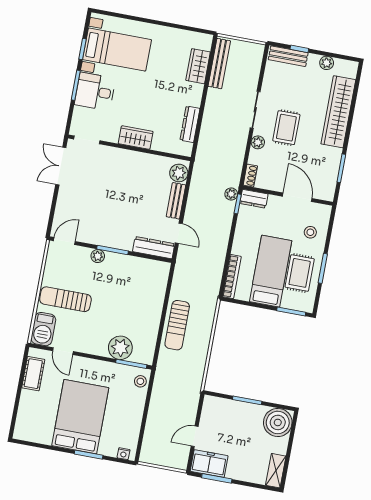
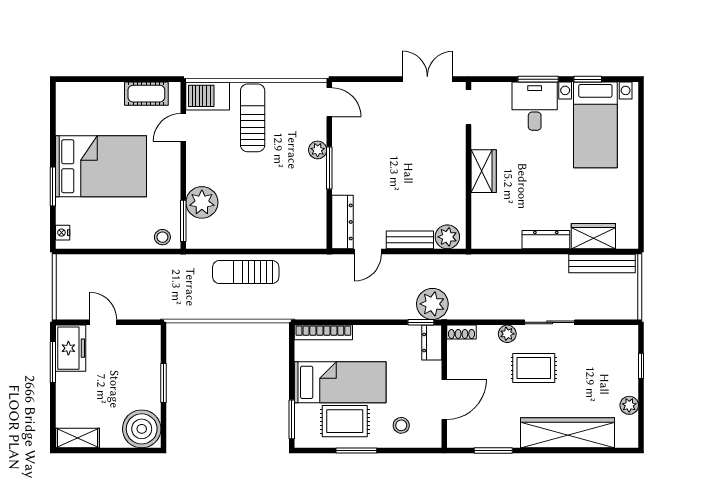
bench: (288, 56) -> (629, 353), removed
dresser: (190, 124) -> (546, 240), moved
plant: (231, 194) -> (432, 304), width x1.88, depth x1.88

